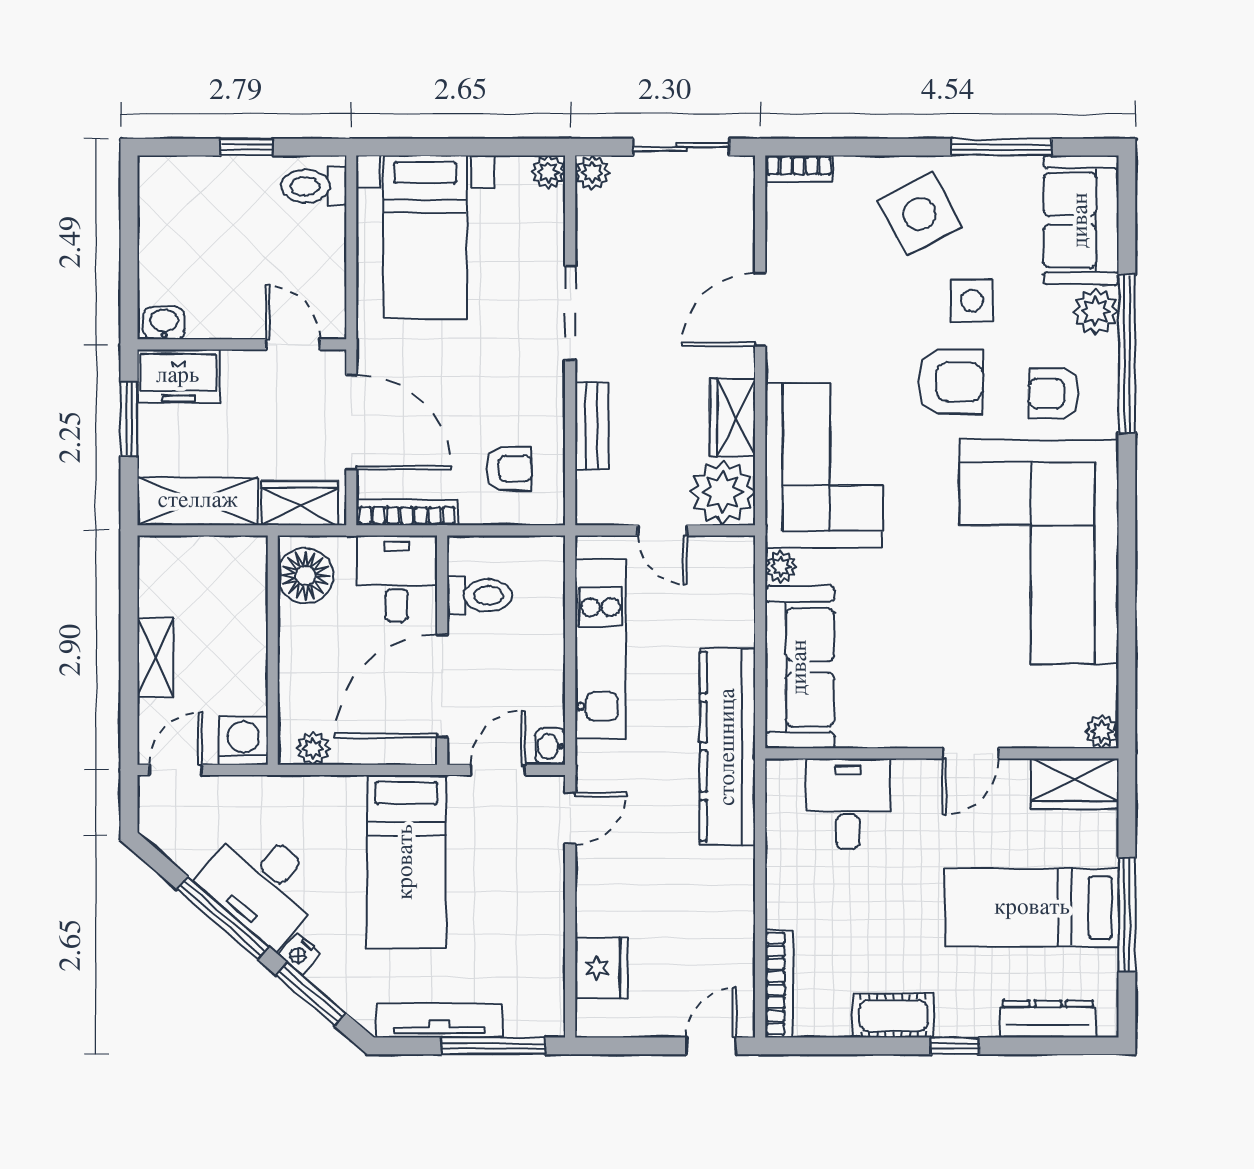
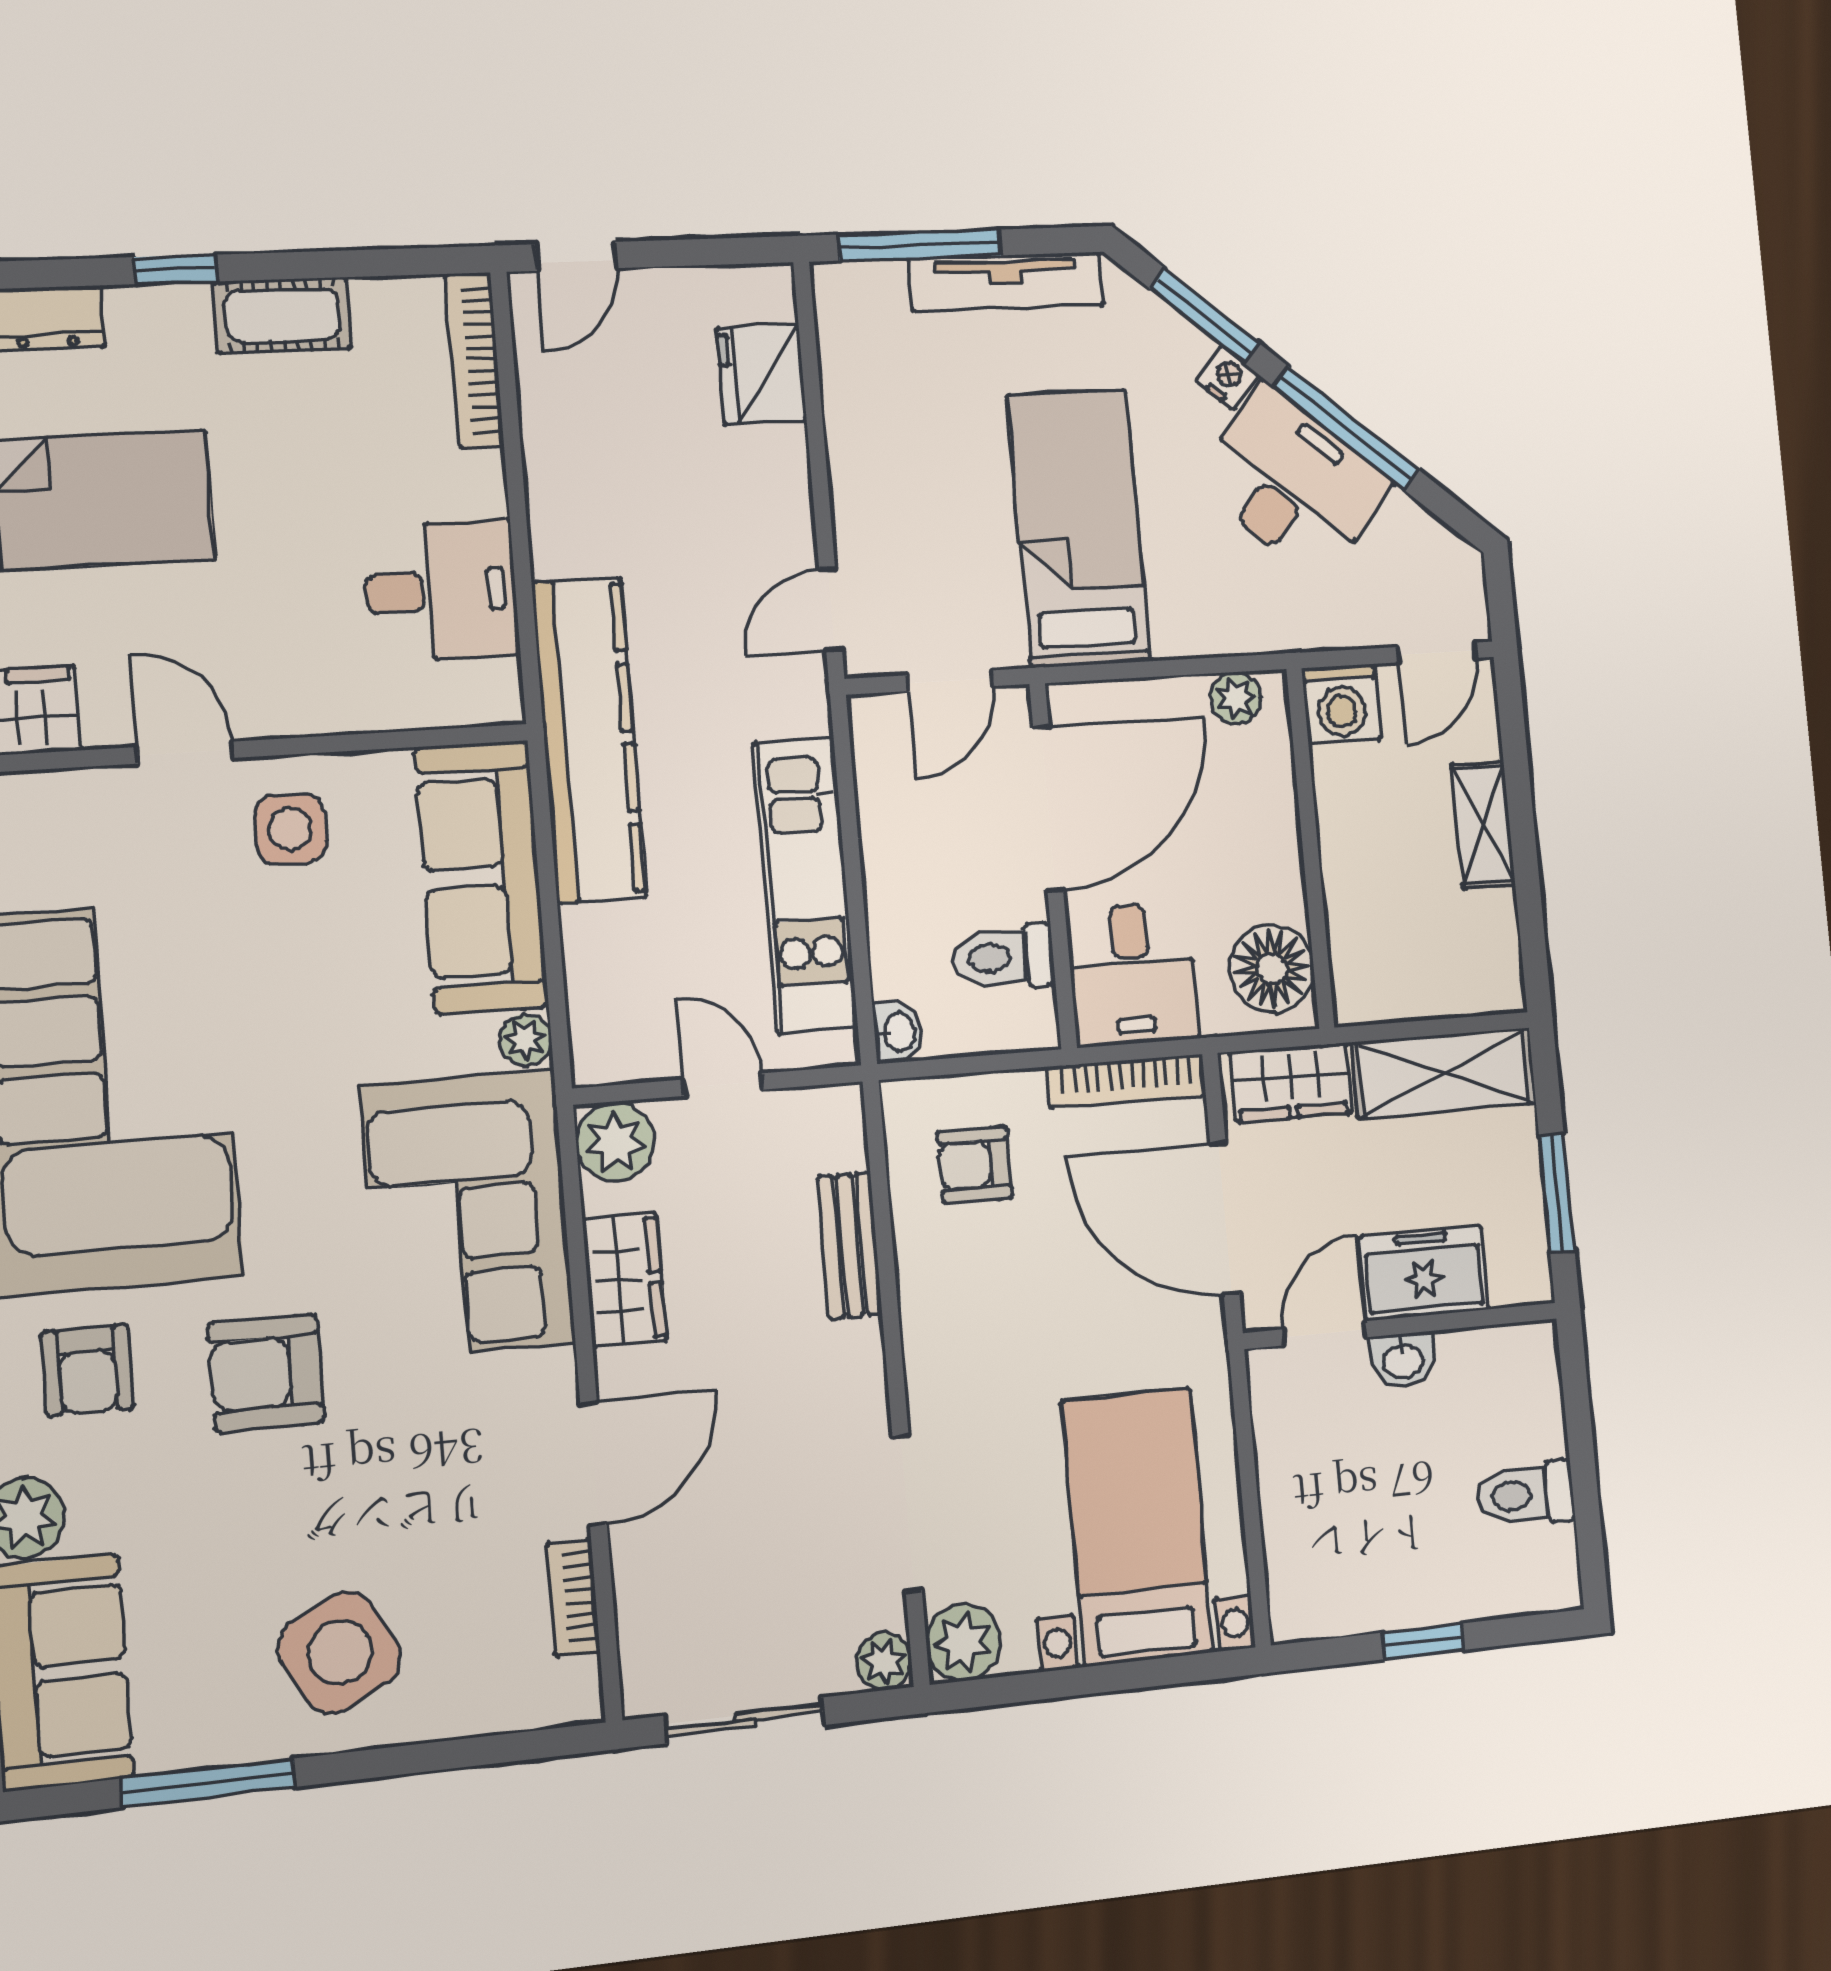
bookcase: (799, 169) -> (573, 1597), moved, turned -90
plant: (548, 172) -> (963, 1642), width x1.38, depth x1.38
toilet: (314, 186) -> (1525, 1494), moved, turned 180
side table: (972, 301) -> (290, 829), moved
doorway: (570, 313) -> (907, 1513), moved
washbasin: (164, 323) -> (1403, 1360), moved
door: (293, 344) -> (1324, 1333), swing flipped
freezer: (178, 376) -> (1424, 1273), moved
armchair: (1054, 393) -> (87, 1370), turned 90
plant: (723, 492) -> (615, 1142), width x0.73, depth x0.73
washbasin: (550, 746) -> (898, 1032), moved
door: (971, 753) -> (185, 753), hinge flipped
desk: (848, 804) -> (441, 591), moved, turned -90

